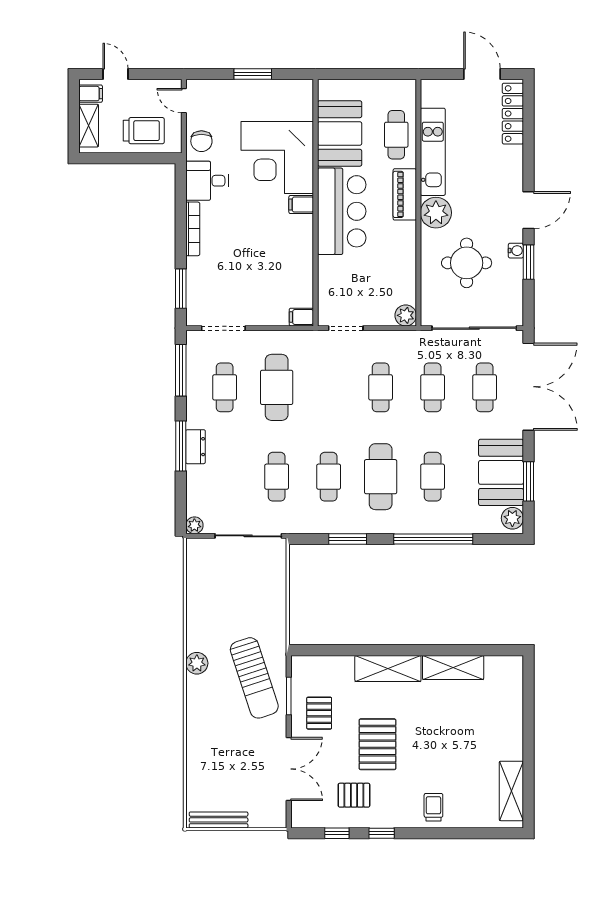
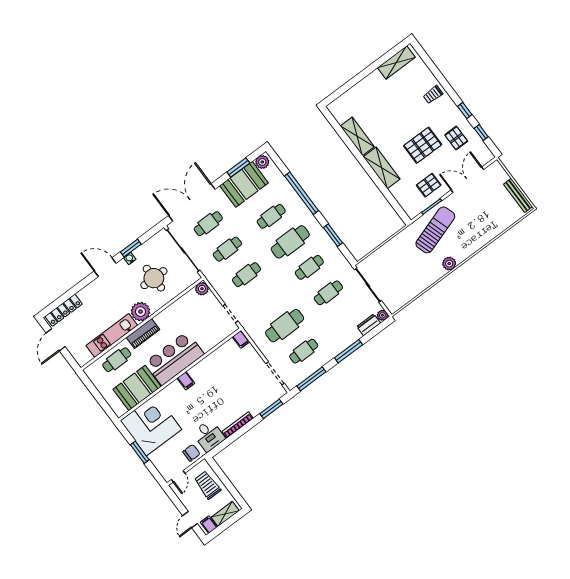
corner desk: (277, 158) -> (151, 425), moved, turned -90
dresser: (196, 447) -> (369, 325), moved

